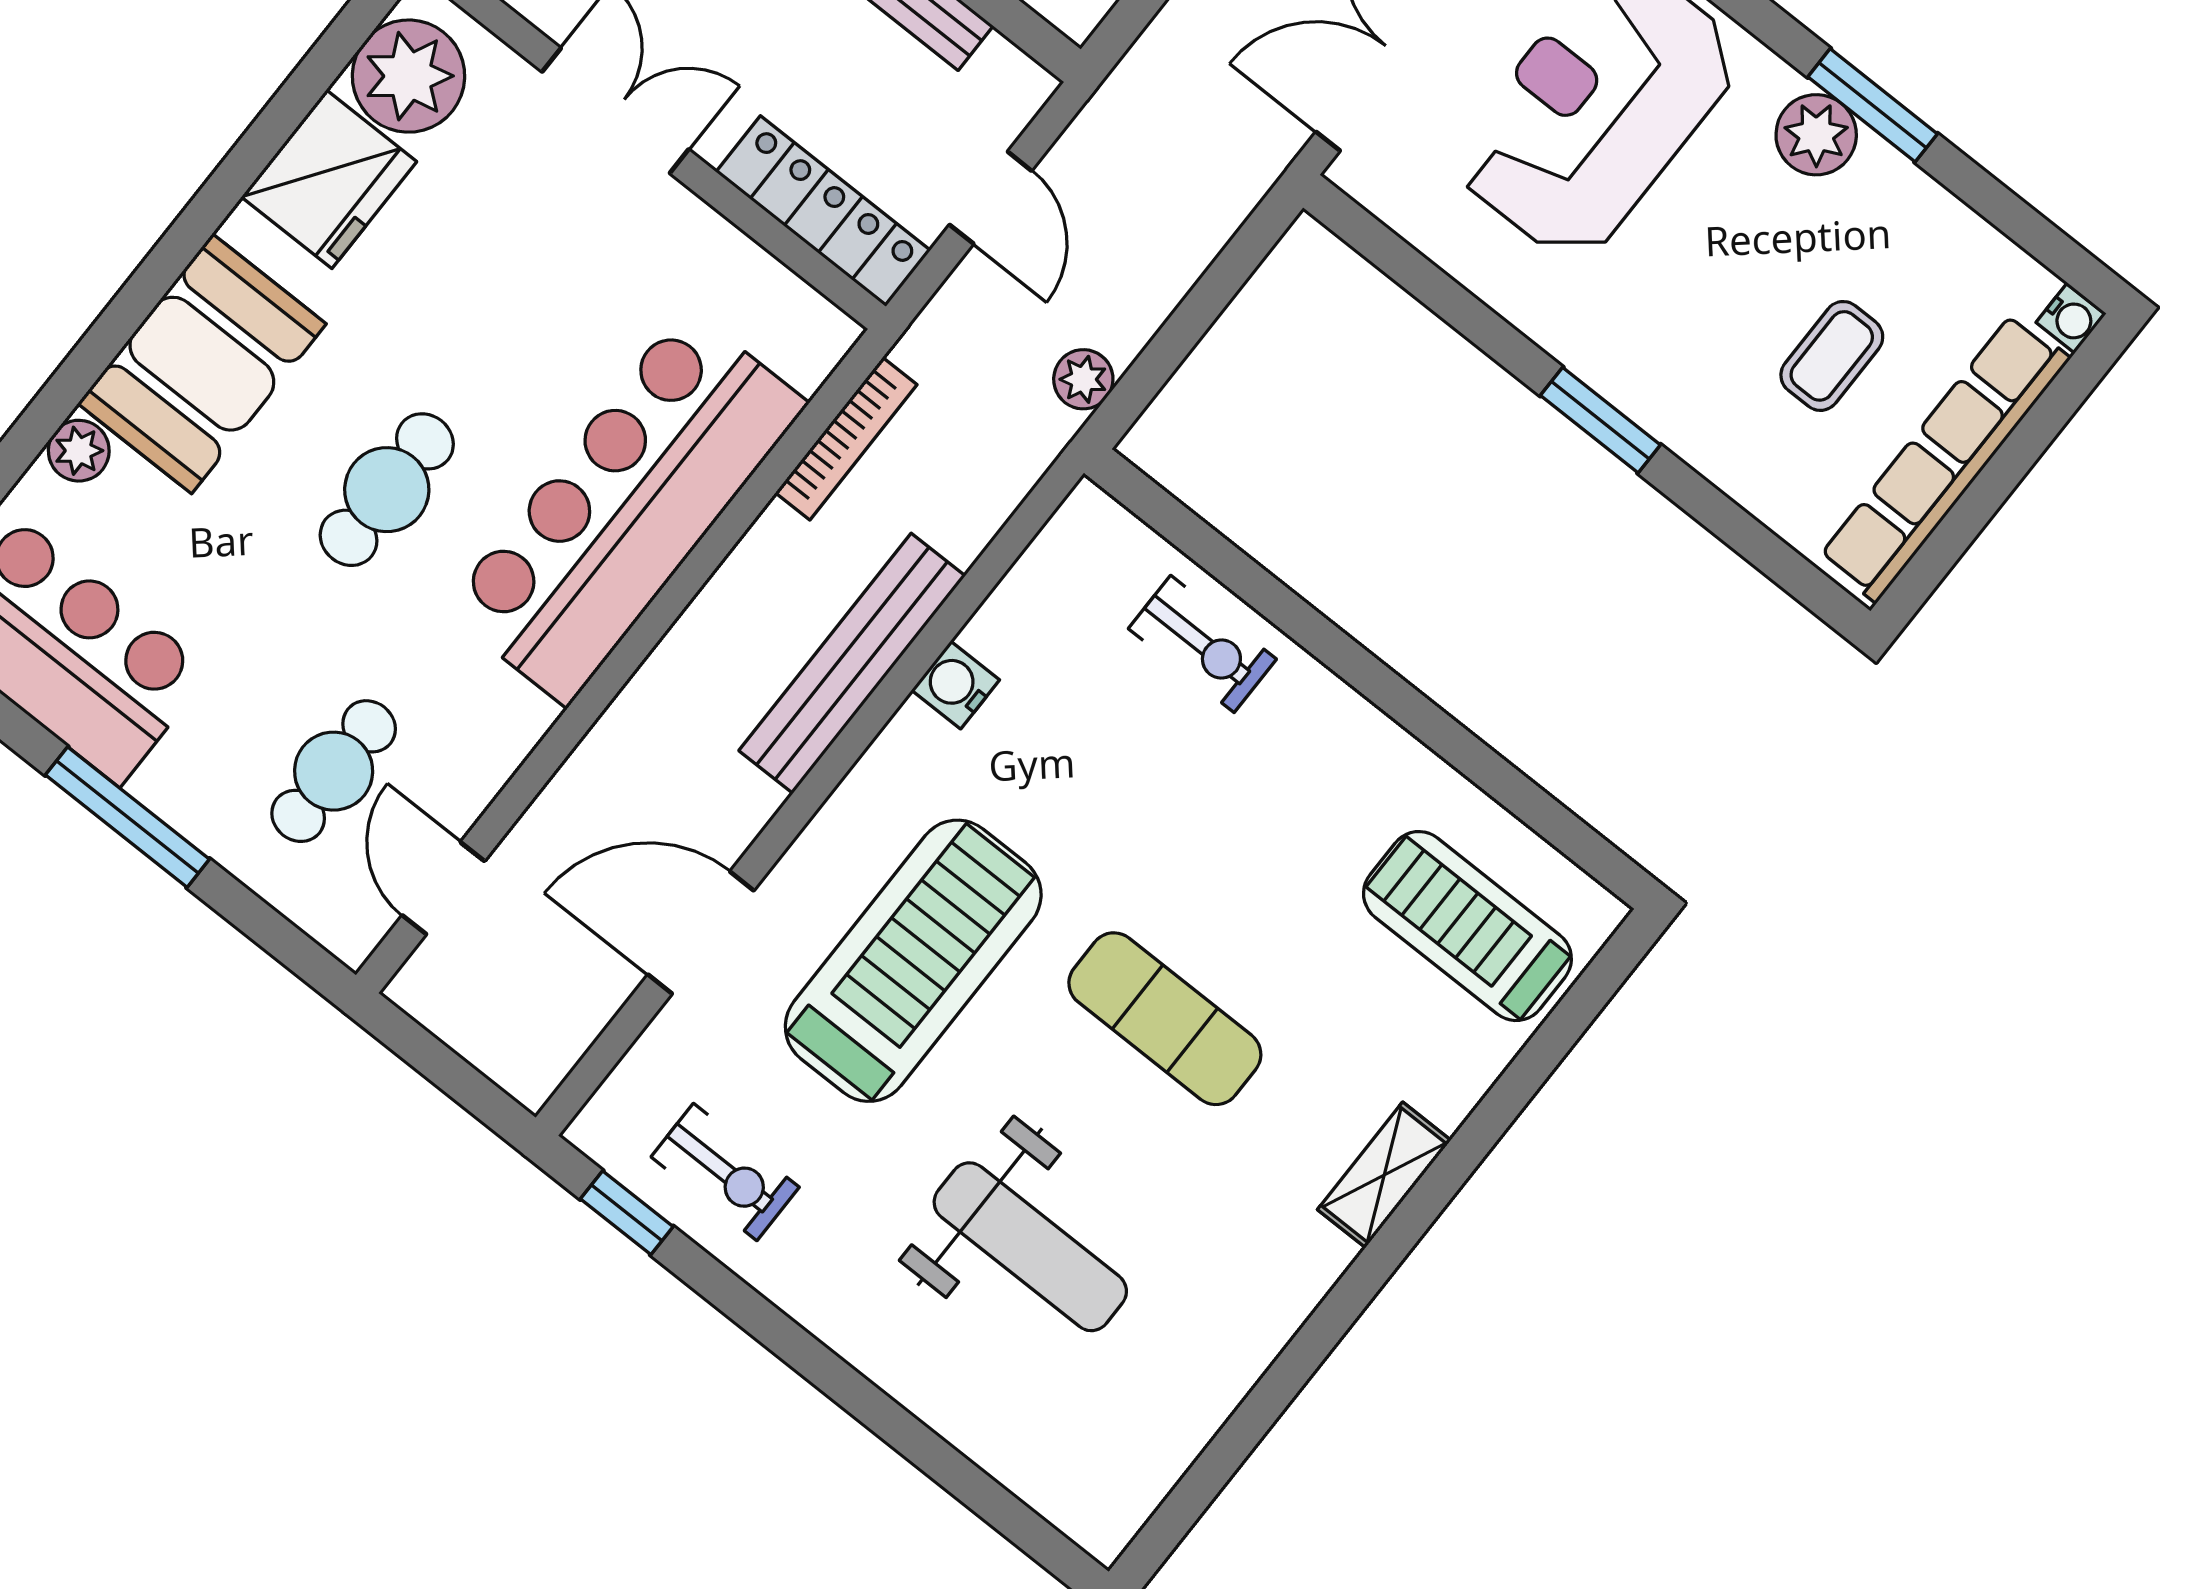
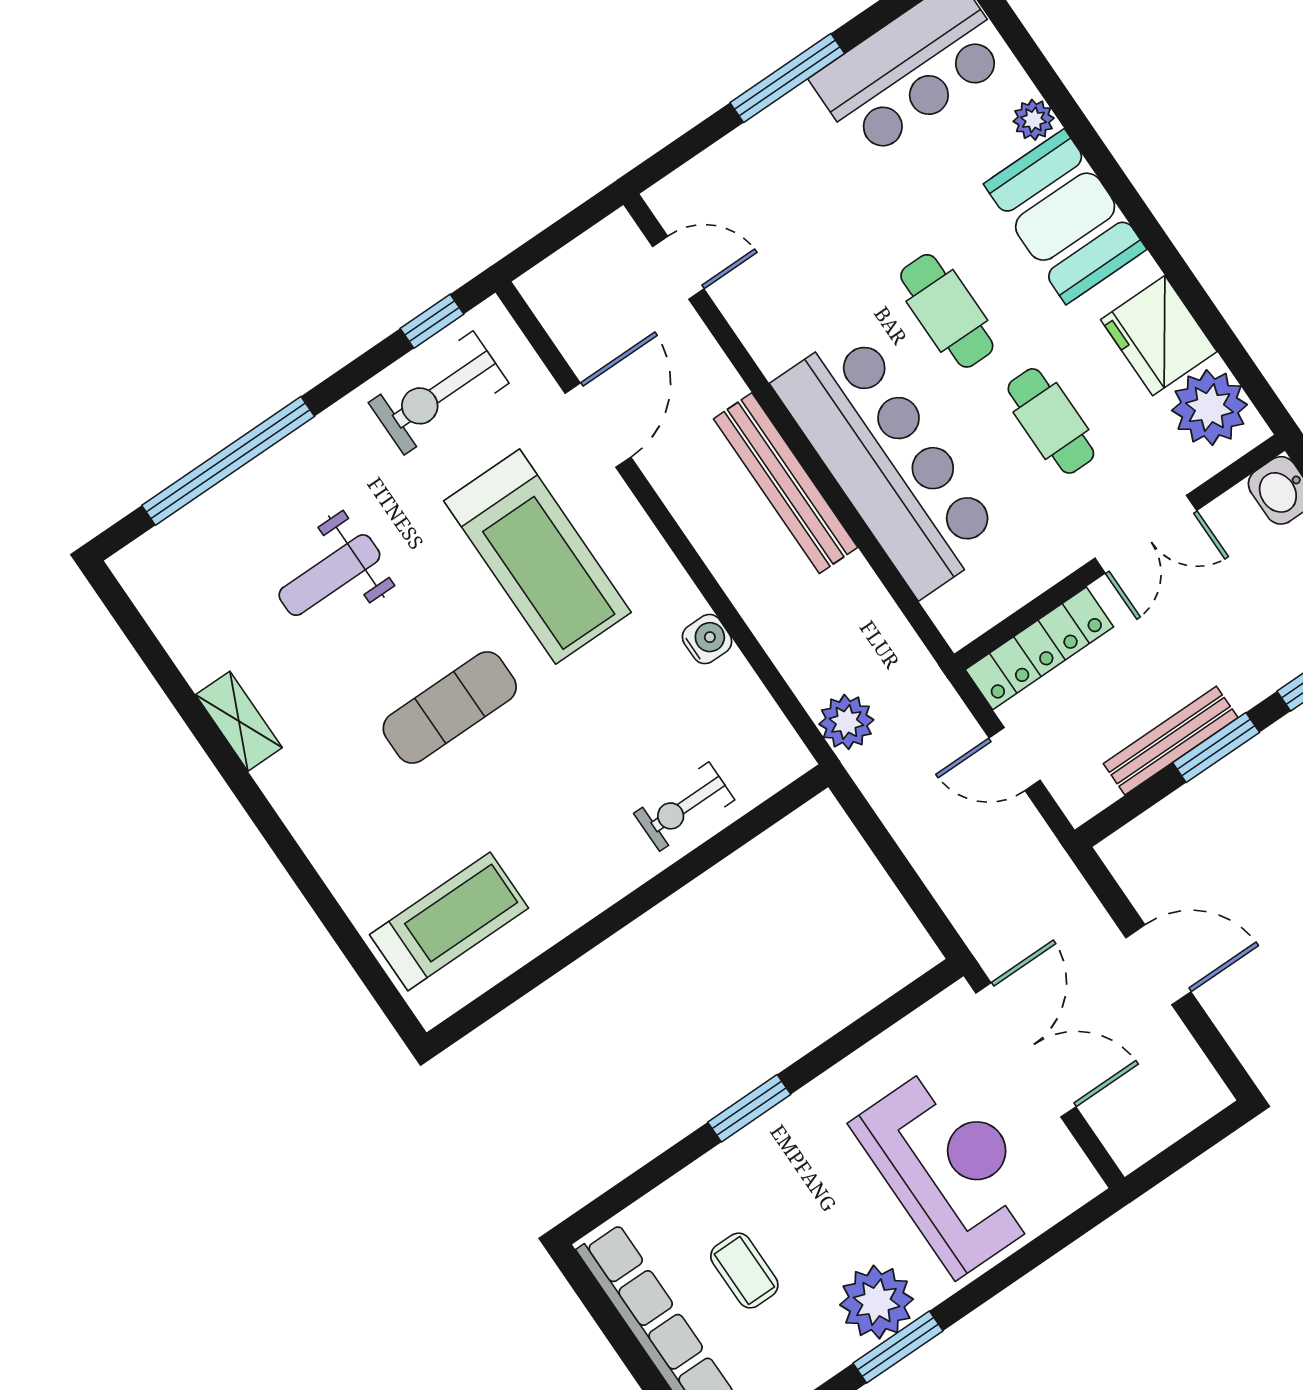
plant: (1816, 135) -> (877, 1302), width x1.36, depth x1.36
plant: (1083, 379) -> (846, 722), moved, width x1.38, depth x1.38
bookcase: (846, 439) -> (888, 618), removed
bench: (852, 663) -> (786, 483), moved
cafe table: (334, 771) -> (1051, 421), moved
exercise bike: (725, 1172) -> (439, 393), width x1.38, depth x1.39
shelving: (1384, 1175) -> (239, 721), moved
weight bench: (1030, 1247) -> (329, 575), width x0.73, depth x0.75
window: (913, 1440) -> (228, 461), added

